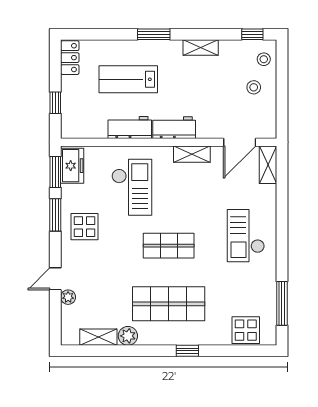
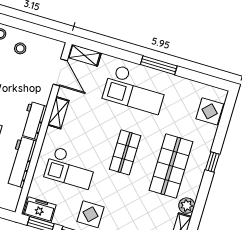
workbench: (130, 127) -> (21, 162), width x1.38
checkout: (132, 187) -> (71, 168), turned 180
checkout: (246, 236) -> (135, 89), width x1.36, depth x1.21
window: (282, 303) -> (159, 65), moved

